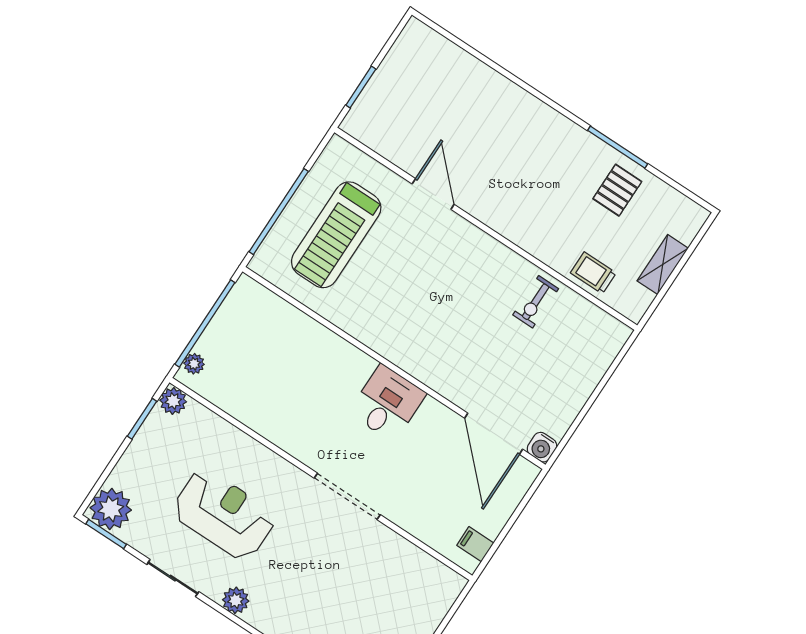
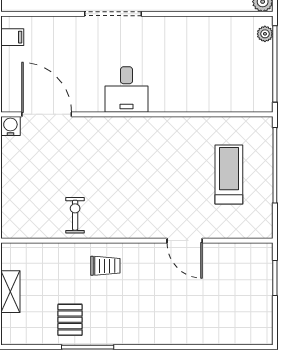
treadmill: (336, 235) -> (229, 174), width x0.73, depth x0.73
trolley: (593, 273) -> (105, 266), moved

